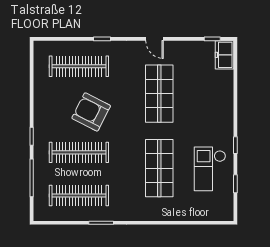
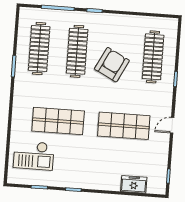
freezer: (225, 55) -> (134, 184), moved
checkout: (210, 169) -> (34, 155), moved, turned 180

